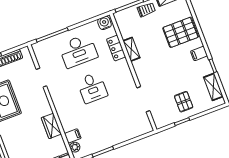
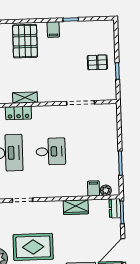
shelving: (213, 87) -> (93, 27), removed

